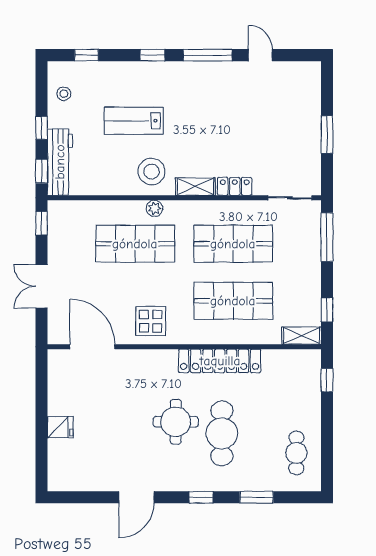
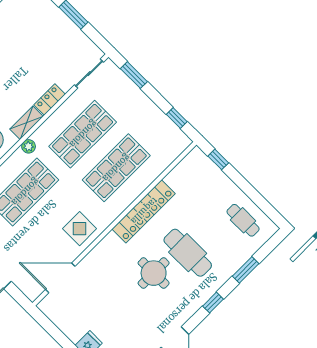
plant: (154, 208) -> (29, 146), moved
window: (327, 237) -> (134, 75), width x0.69
shelving: (301, 336) -> (177, 148), removed

